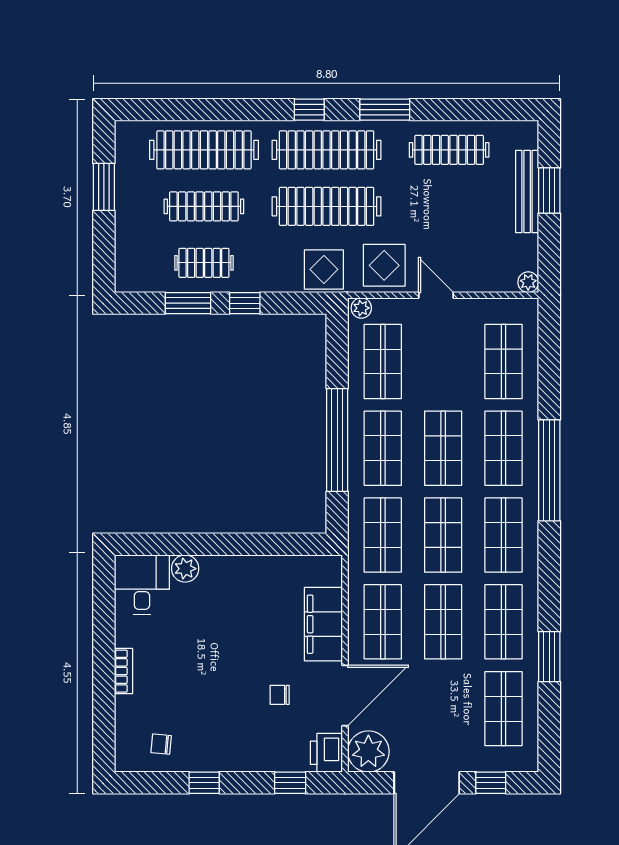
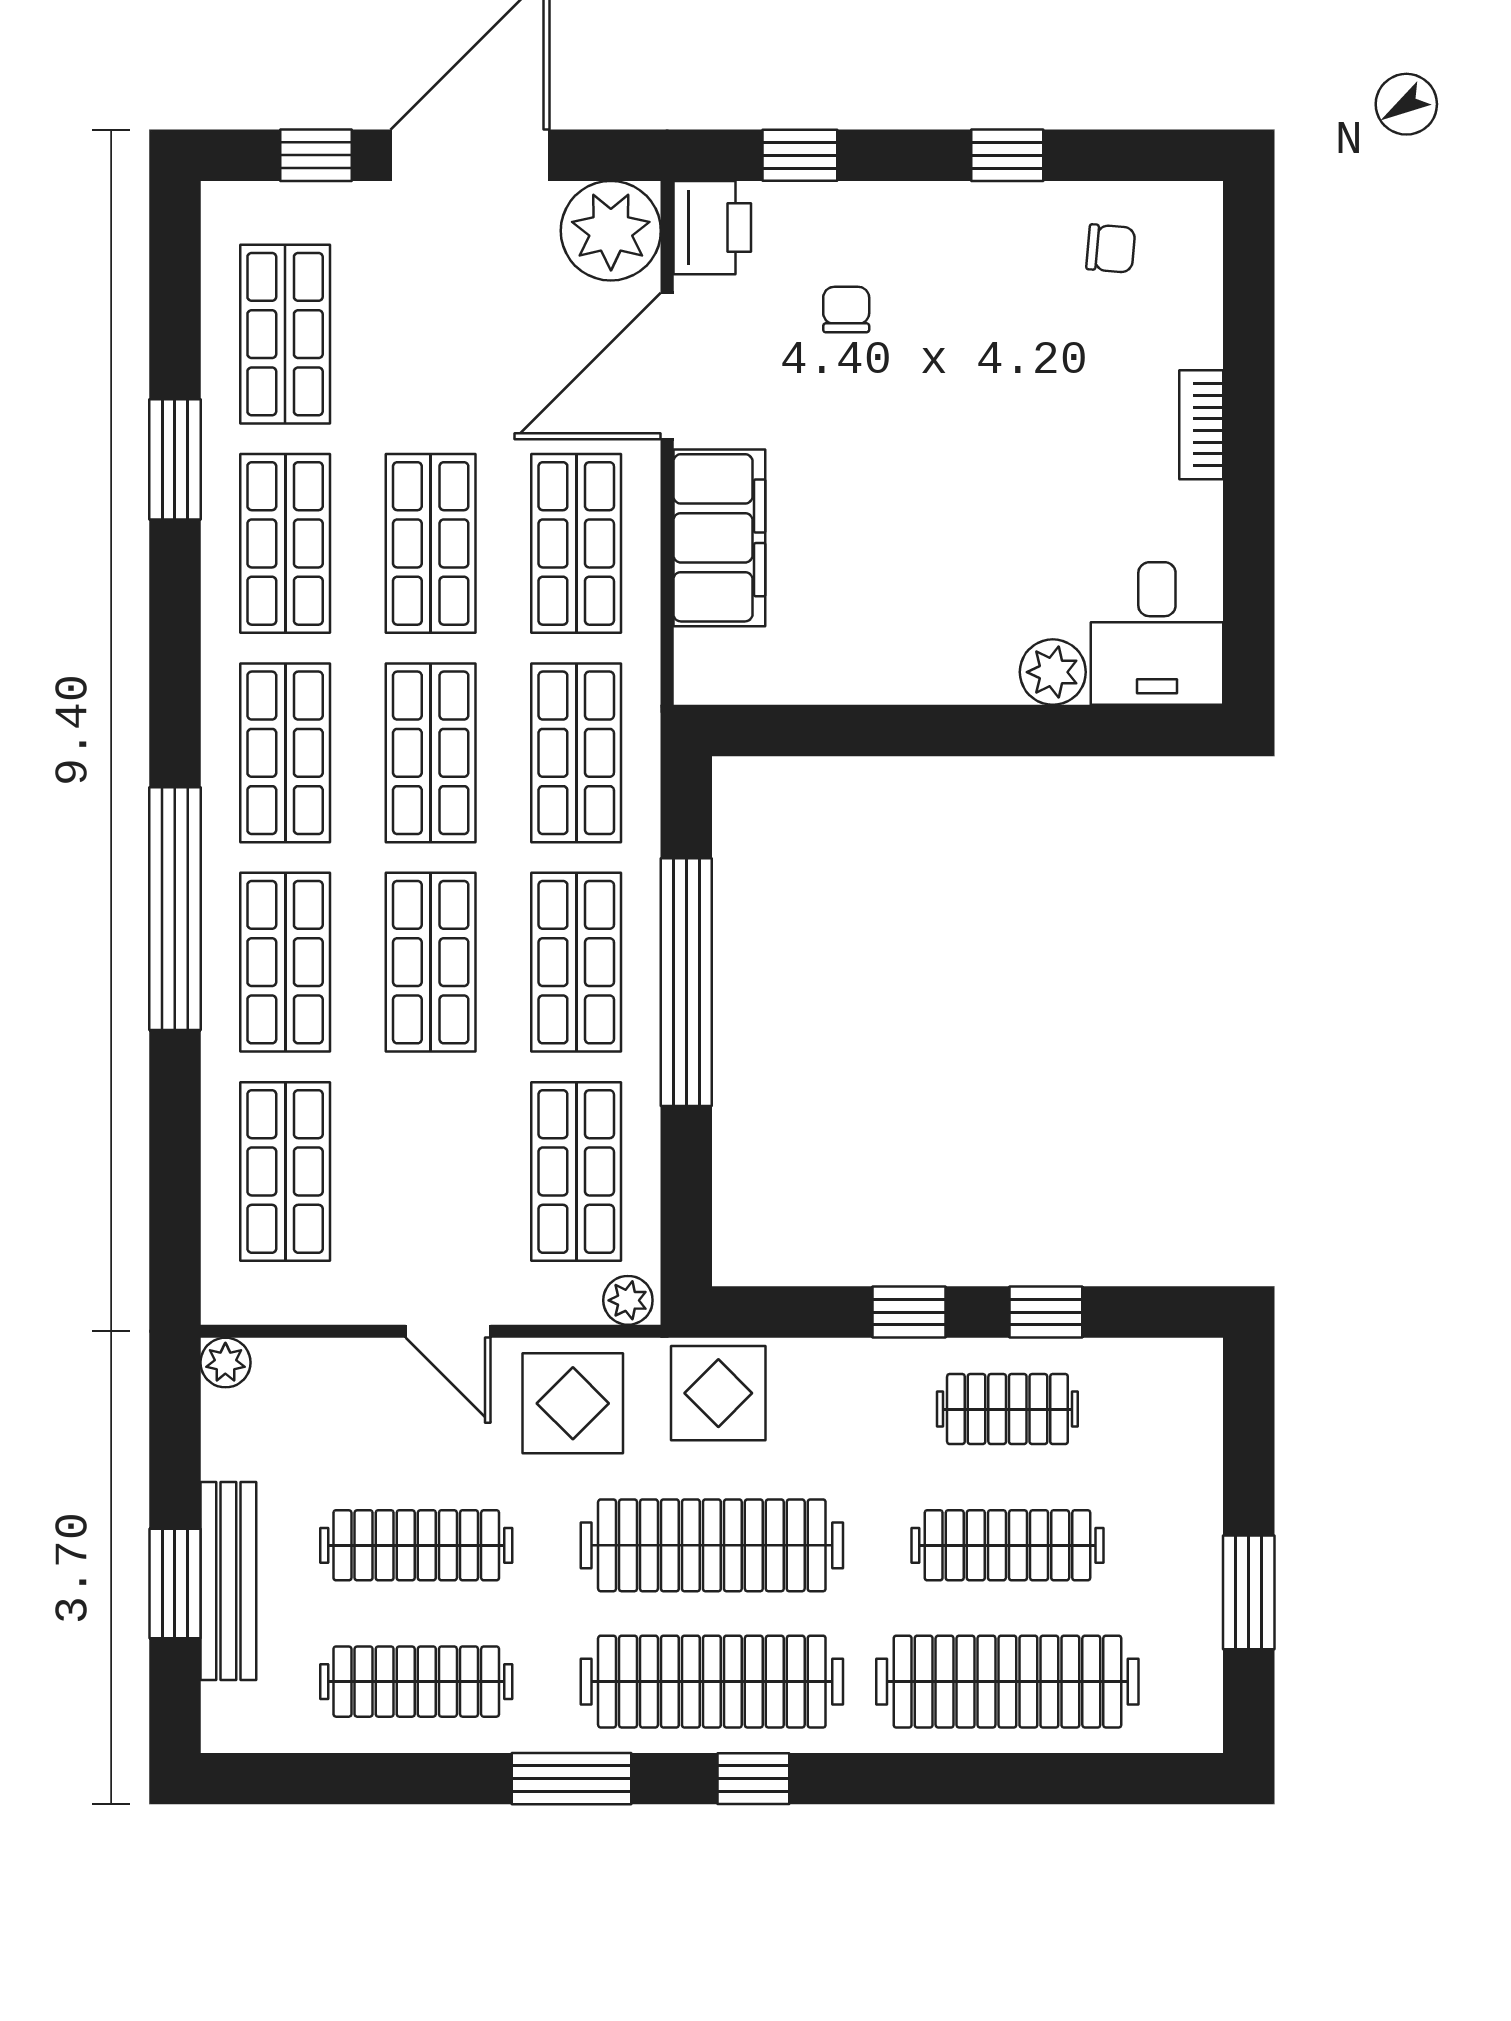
clothes rail: (449, 206) -> (416, 1545), added
window: (188, 303) -> (1046, 1312), width x0.67
chair: (280, 695) -> (846, 310), moved, turned -90

